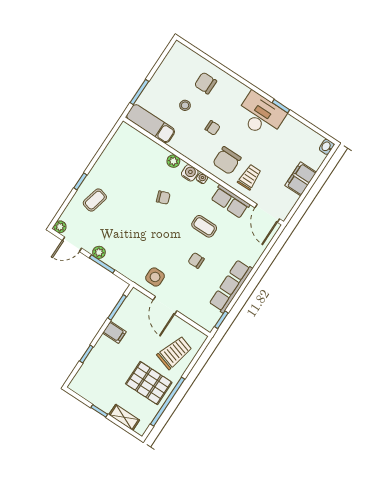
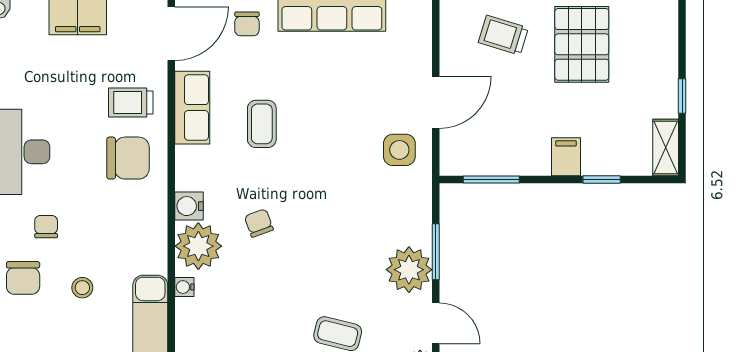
chair: (213, 128) -> (46, 227), moved
plant: (173, 161) -> (198, 246), width x1.87, depth x1.87
water cooler: (202, 178) -> (184, 287), moved
plant: (99, 252) -> (409, 270), width x1.88, depth x1.88
chair: (196, 260) -> (247, 24), moved
filing cabinet: (114, 332) -> (566, 157), moved
trolley: (175, 353) -> (503, 35), width x0.73, depth x0.72
shelving: (124, 417) -> (666, 147), moved

